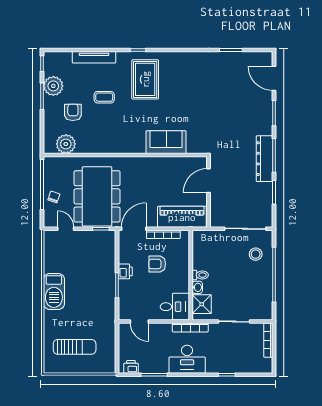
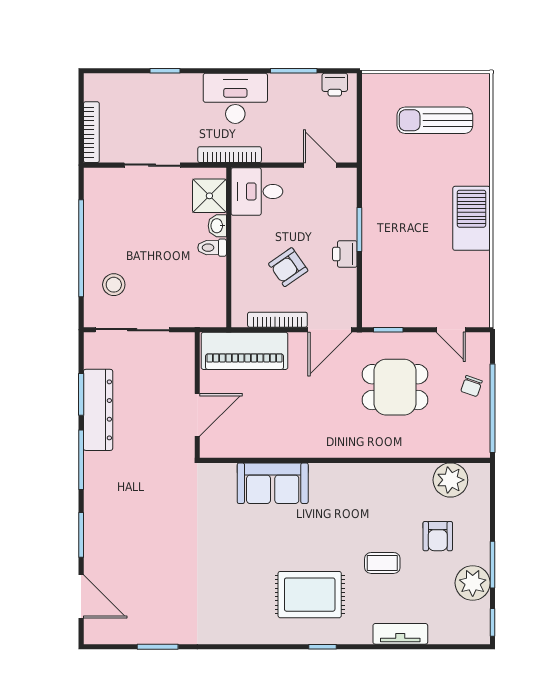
tv unit: (94, 57) -> (400, 634), width x0.71
rug: (145, 79) -> (310, 595), turned 90
dresser: (264, 159) -> (98, 410), moved
dining table: (97, 196) -> (395, 387), width x0.53, depth x0.80
armchair: (157, 264) -> (288, 267), turned 145

